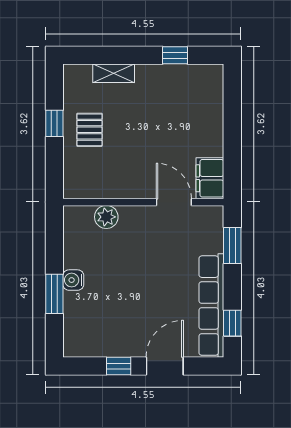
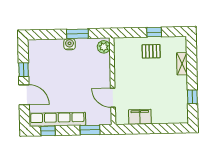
filing cabinet: (210, 178) -> (140, 117), moved
door: (174, 202) -> (113, 98), swing flipped
plant: (106, 217) -> (104, 47), moved
window: (54, 294) -> (77, 34), moved

